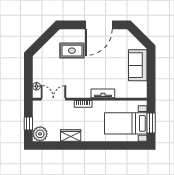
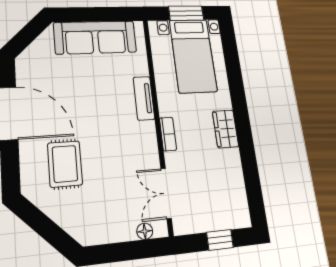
sofa: (138, 65) -> (95, 37), width x1.36
plant: (40, 134) -> (236, 214), removed
wardrobe: (71, 135) -> (226, 129), moved

